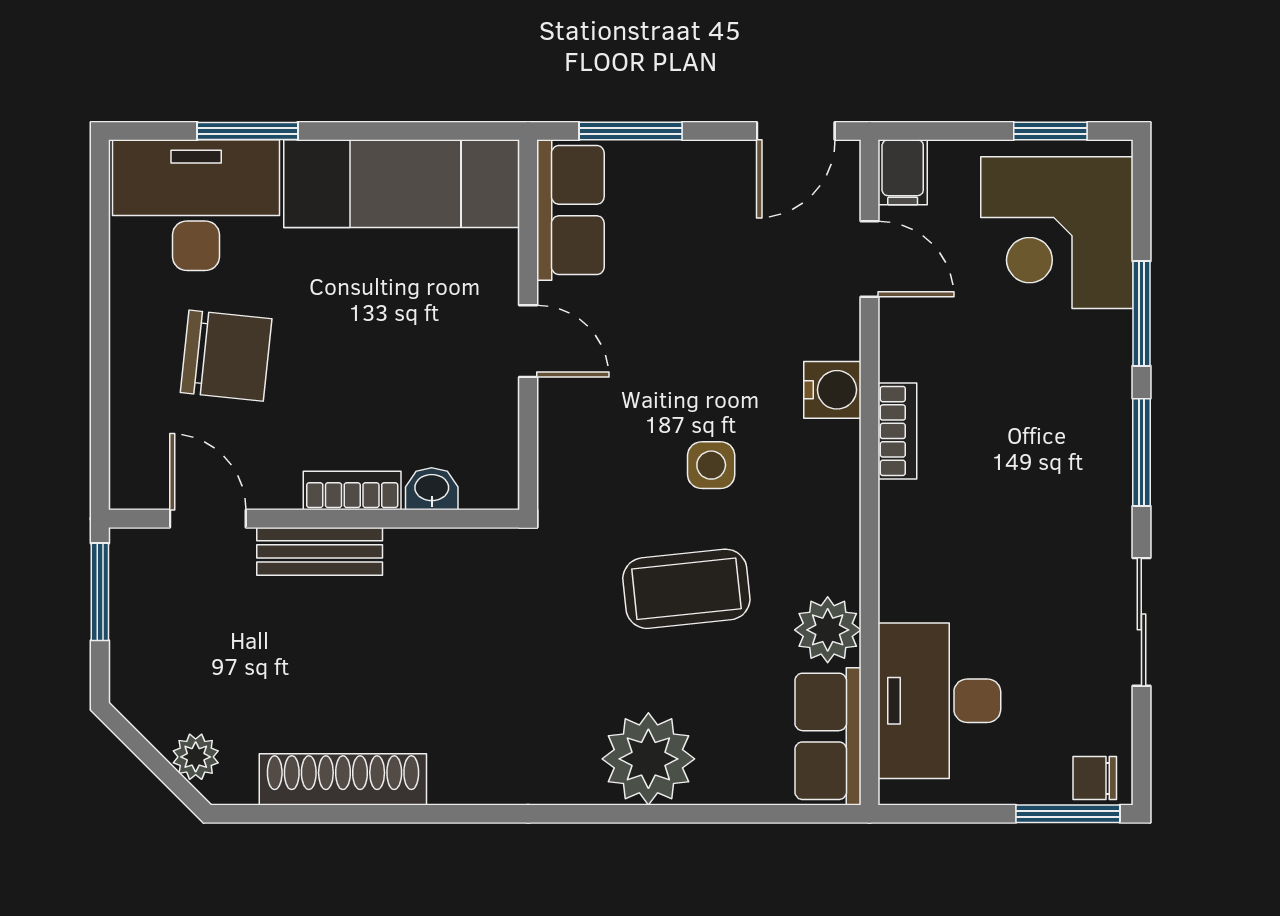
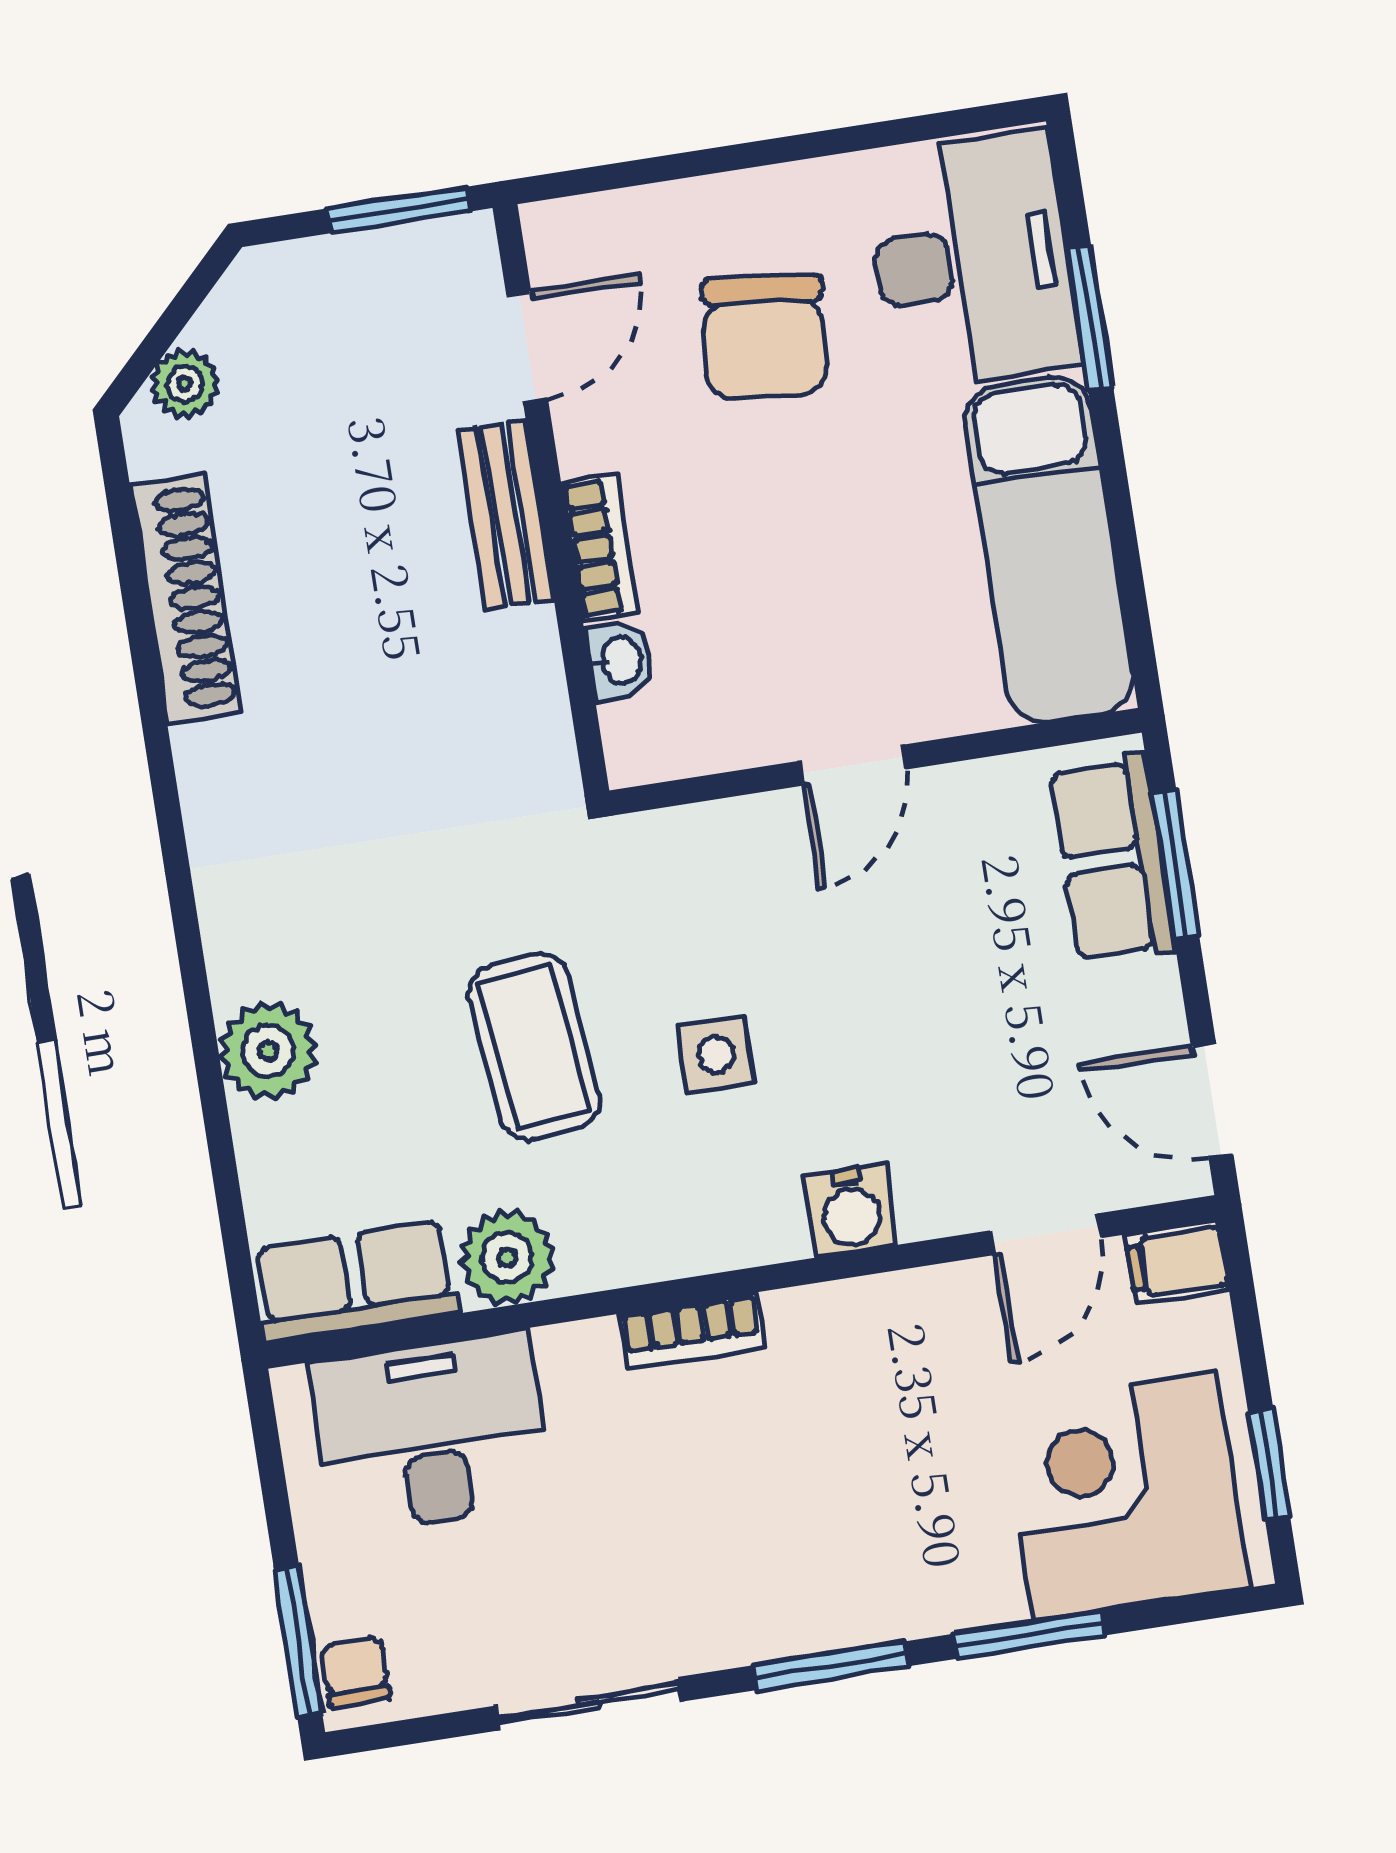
row of seats: (570, 210) -> (1112, 859), moved, turned 90
bookcase: (897, 431) -> (691, 1331), moved
plant: (648, 759) -> (268, 1051), width x0.73, depth x0.73

